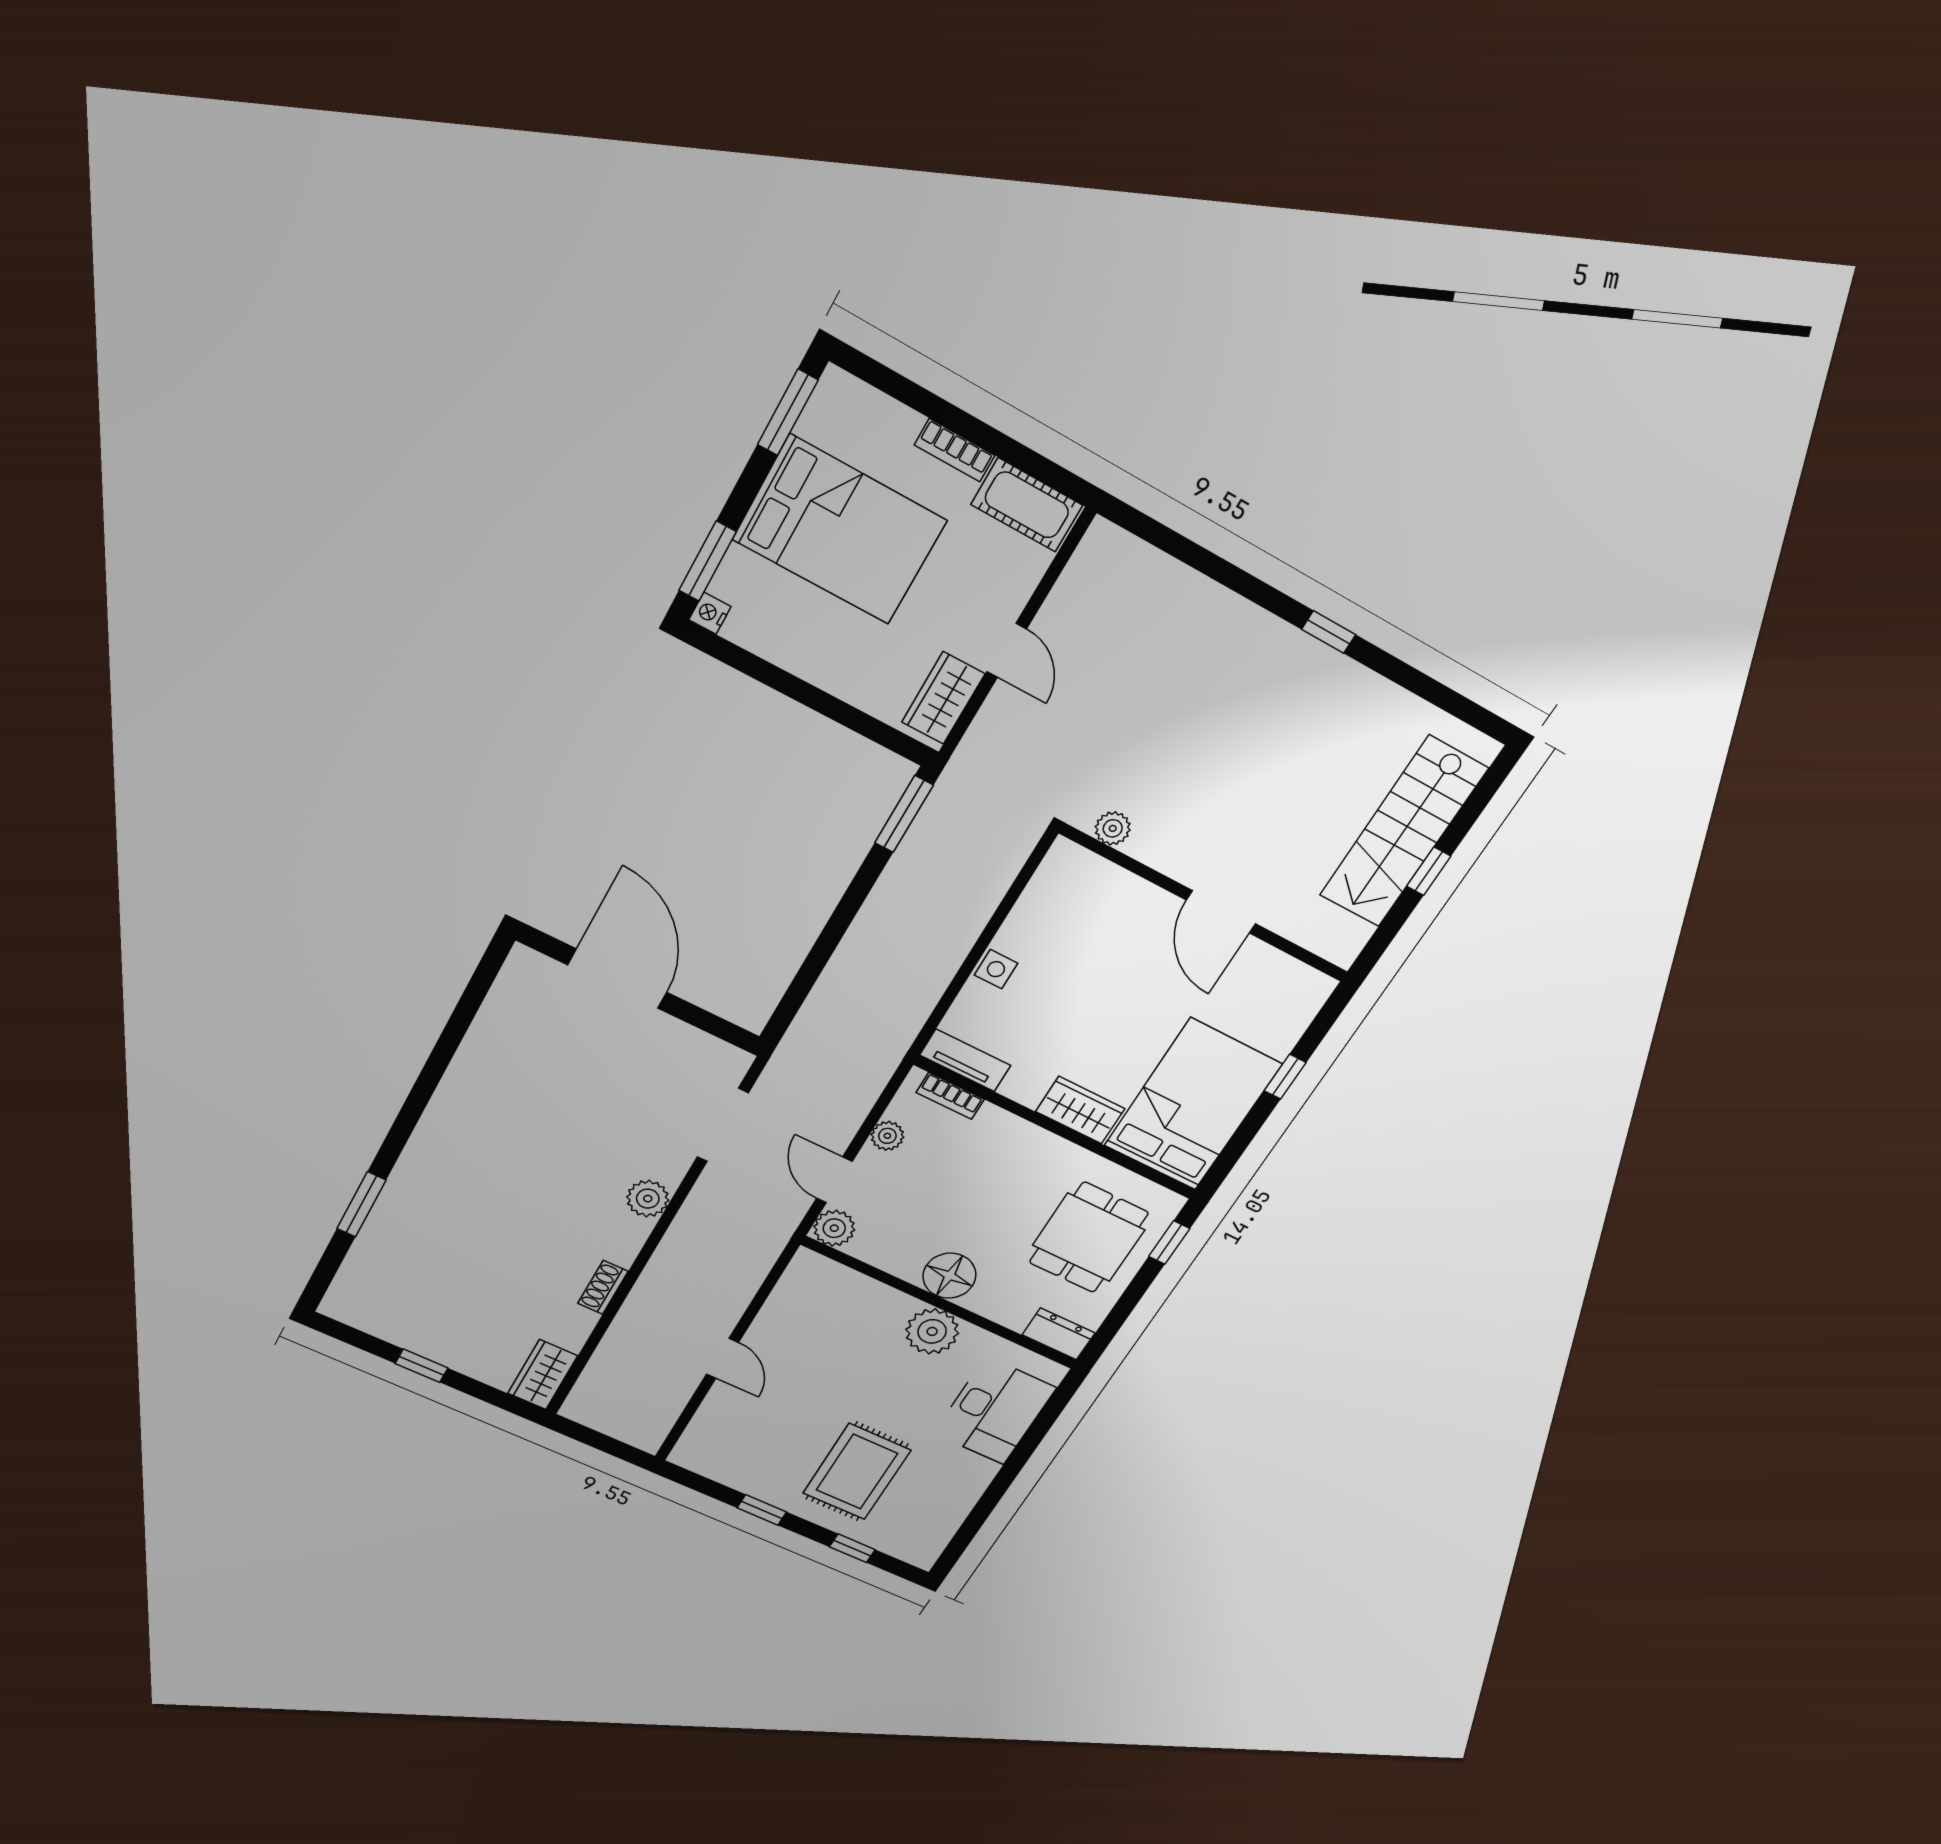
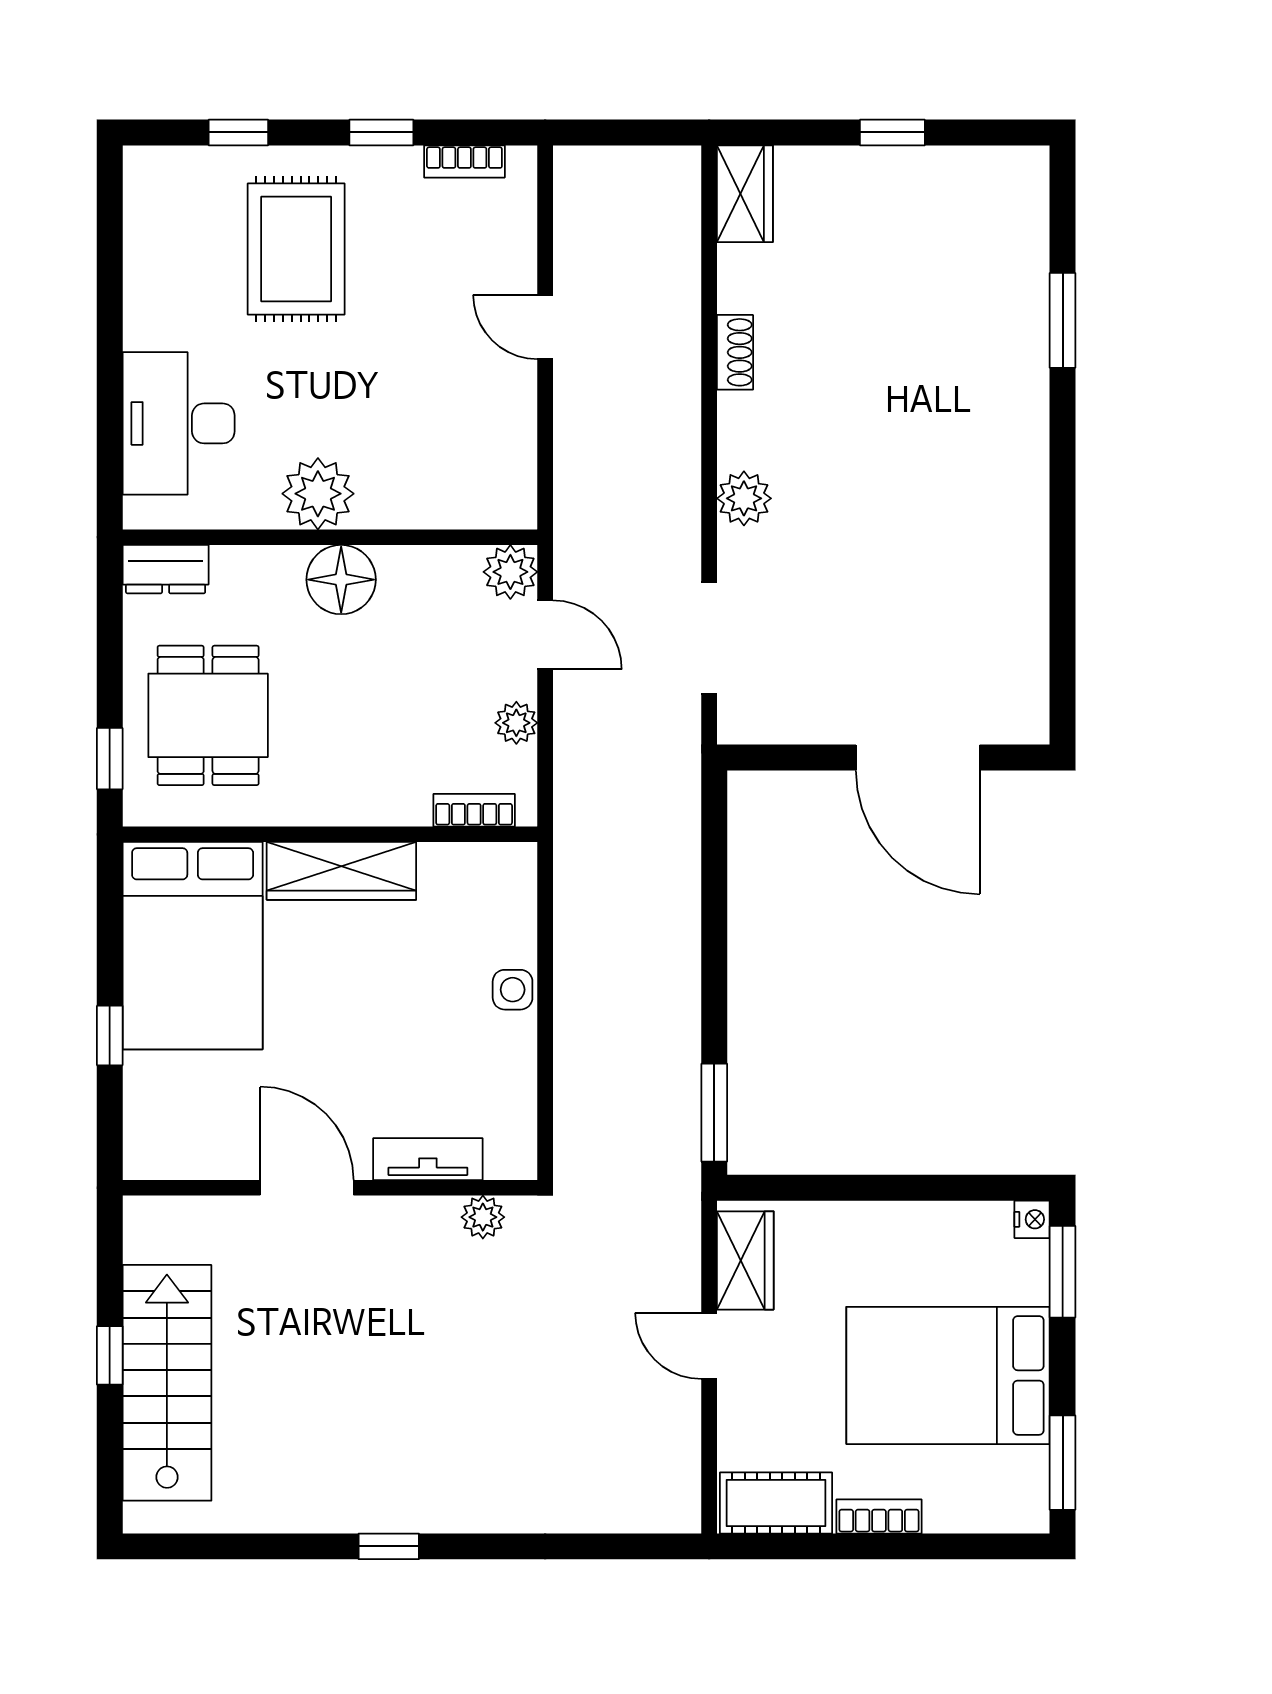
tv unit: (965, 1060) -> (428, 1159), moved, turned 180
wardrobe: (1080, 1110) -> (341, 871), width x1.50
bookcase: (718, 1472) -> (464, 161), added

